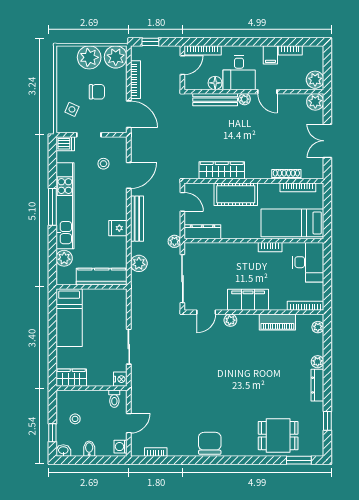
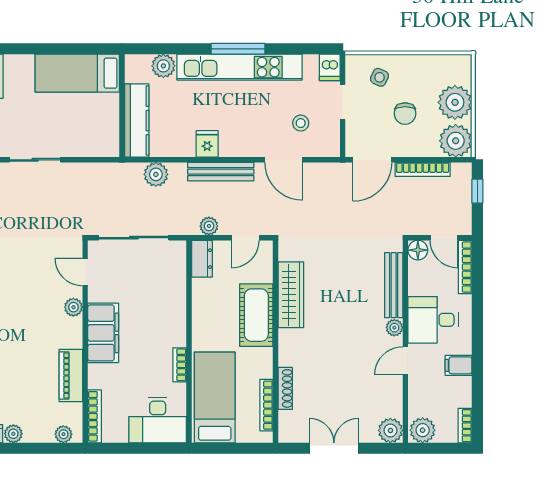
bookcase: (290, 50) -> (465, 426), moved
floor lamp: (215, 83) -> (418, 250), moved
dresser: (202, 232) -> (202, 259), width x0.70
plant: (174, 241) -> (209, 226), moved

